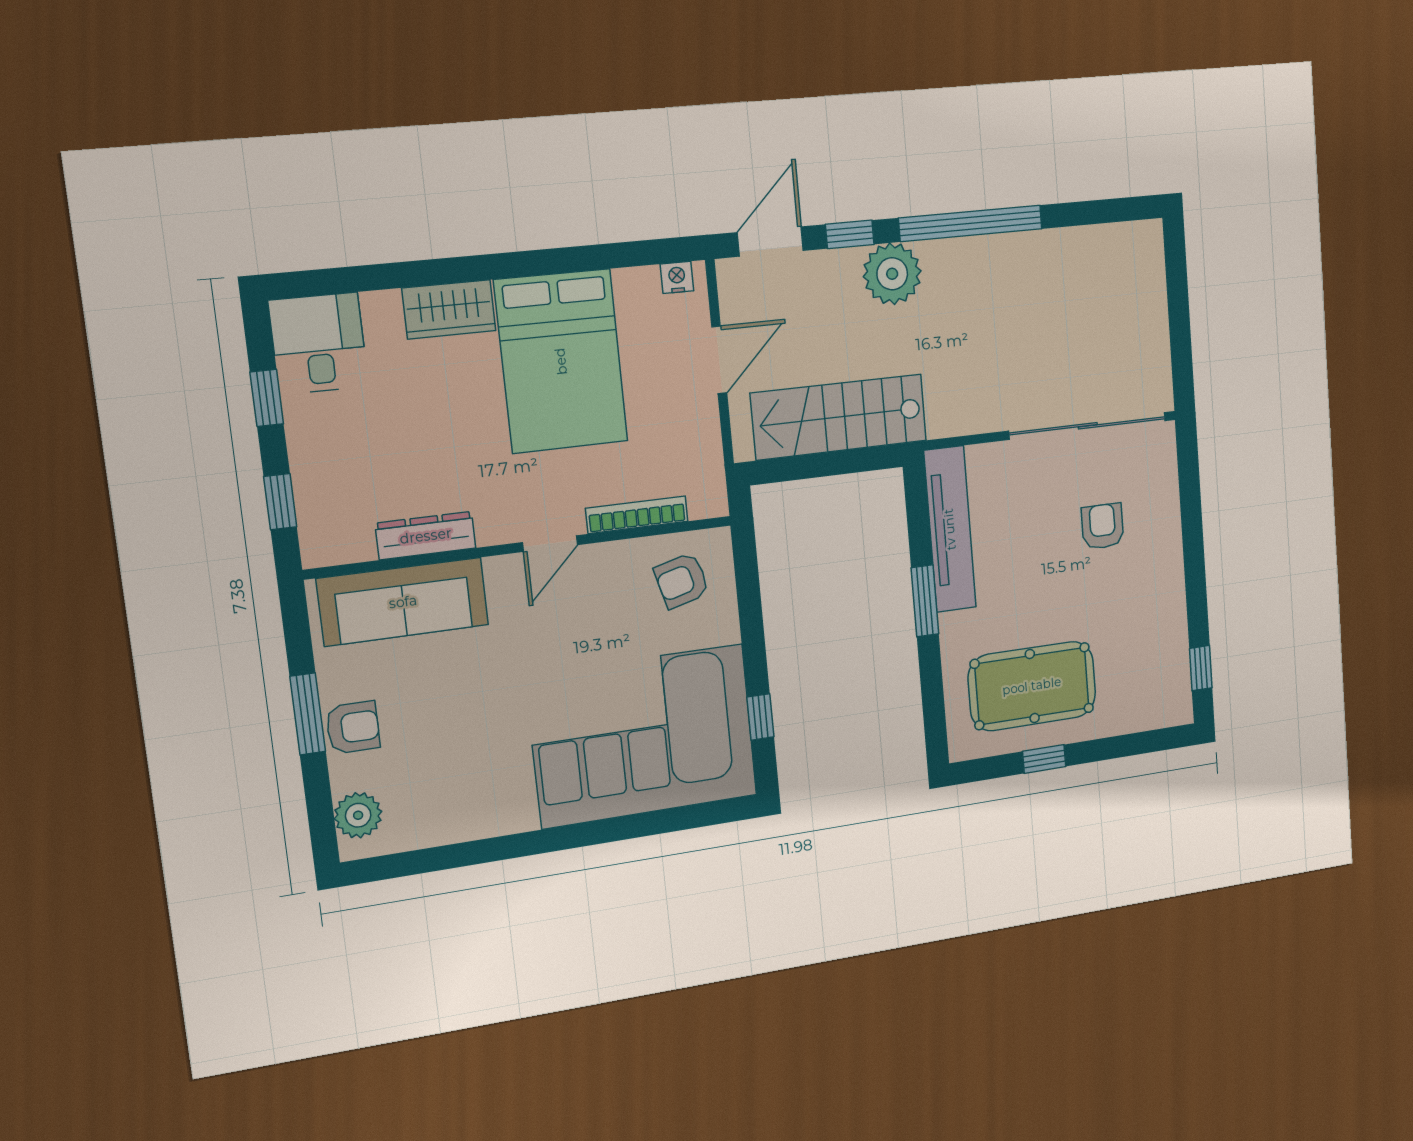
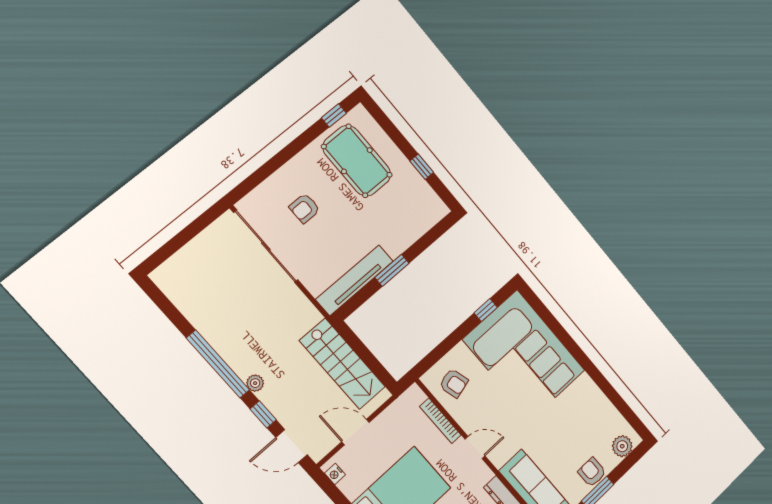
plant: (892, 274) -> (255, 383), width x0.53, depth x0.53
pool table: (1032, 686) -> (357, 161), moved

